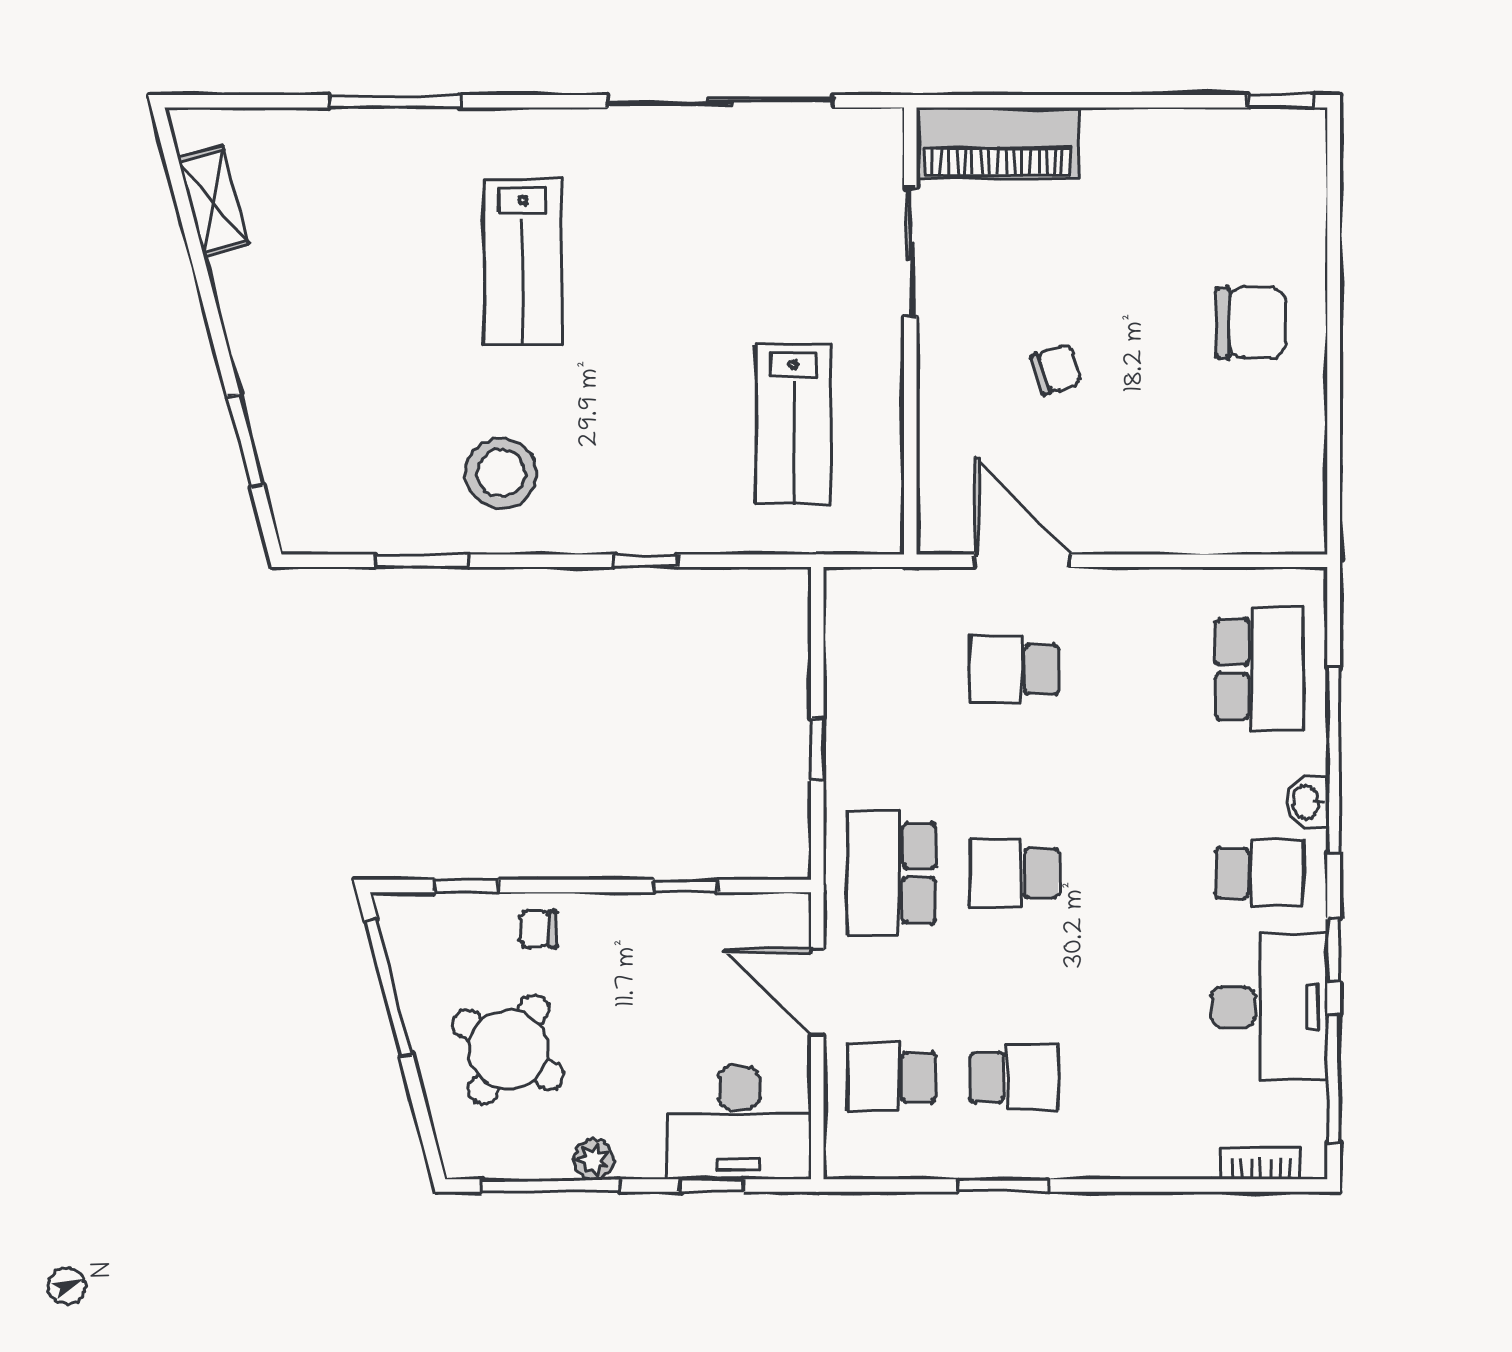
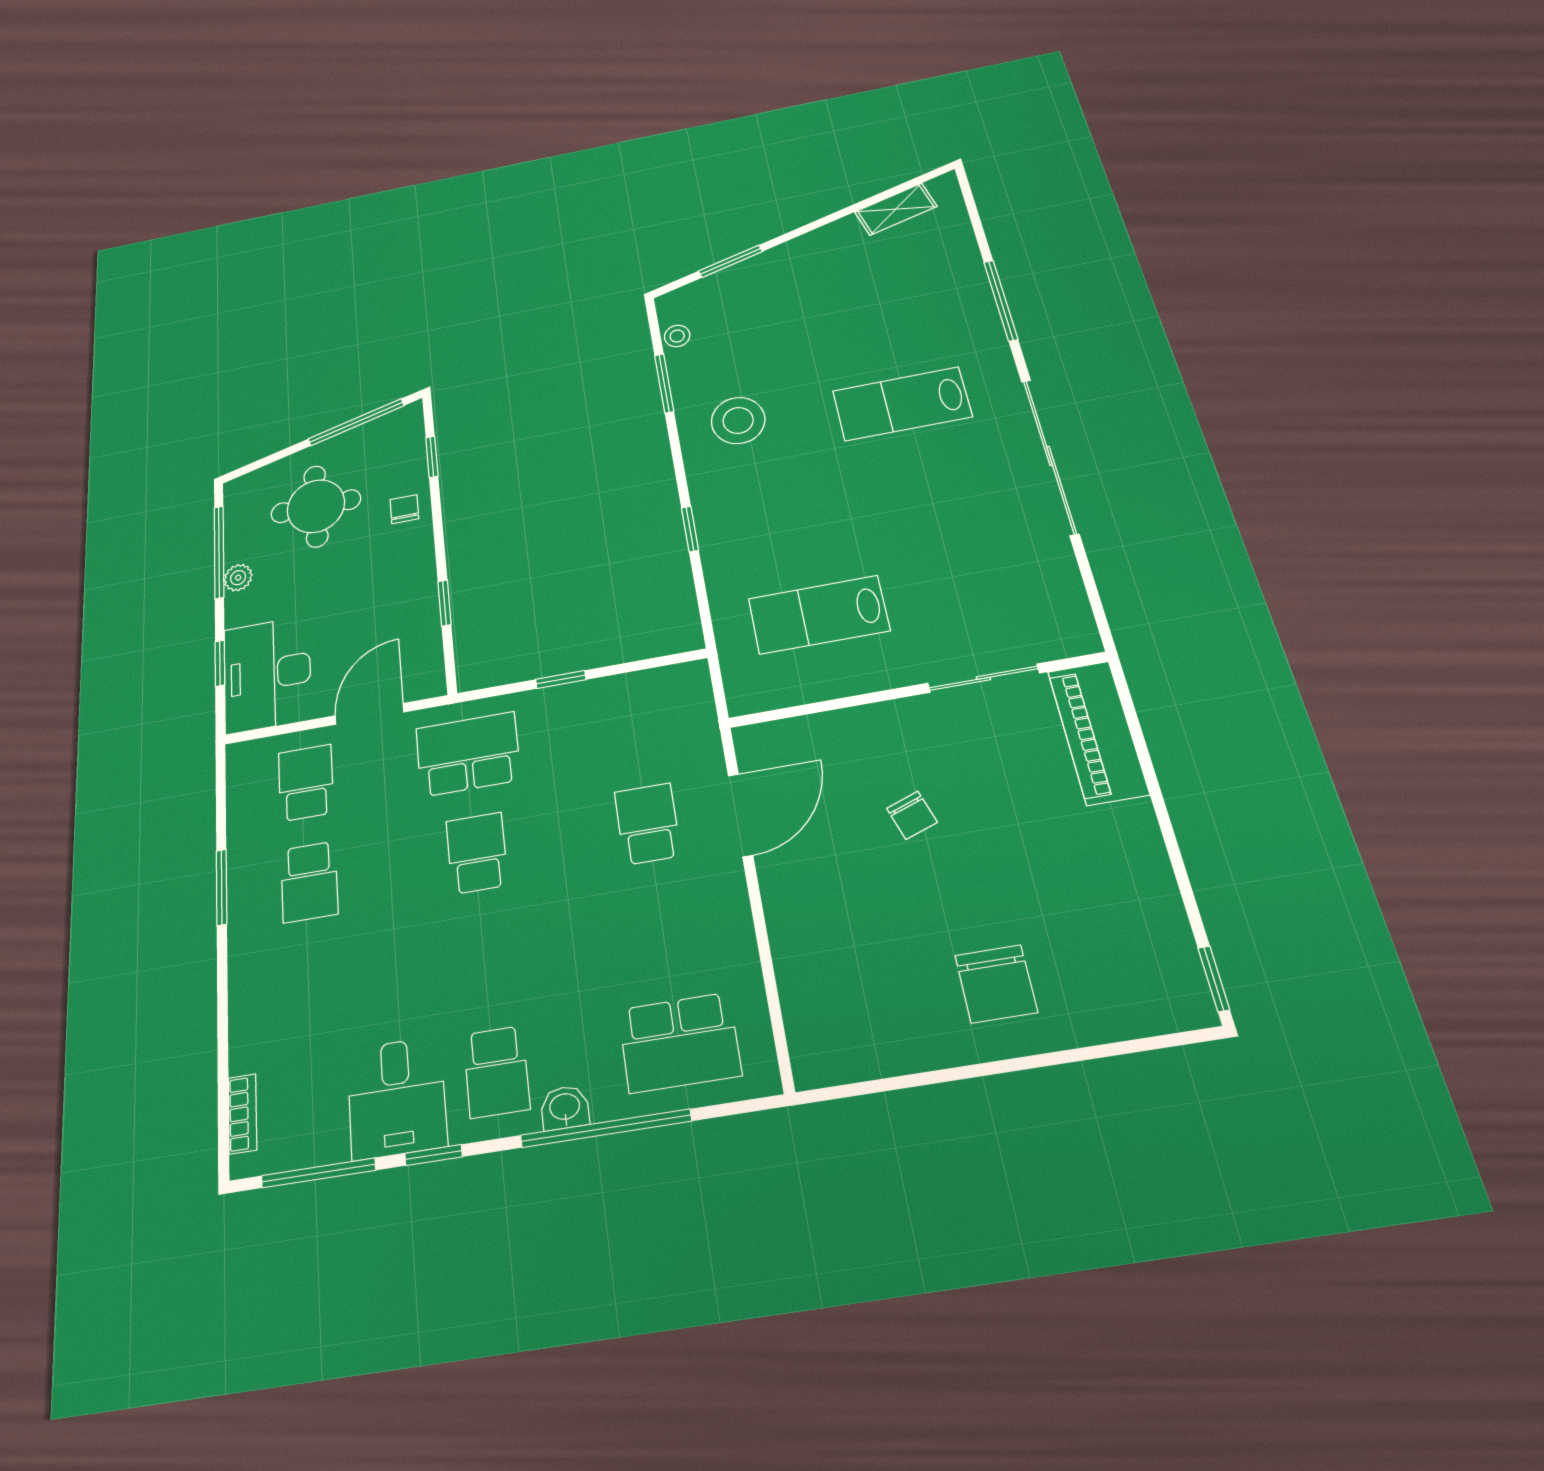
sliding door: (720, 101) -> (1050, 456), moved
stool: (351, 532) -> (677, 336), added
desk: (1269, 1007) -> (397, 1097), width x0.73
round table: (508, 1050) -> (316, 506), turned -32

